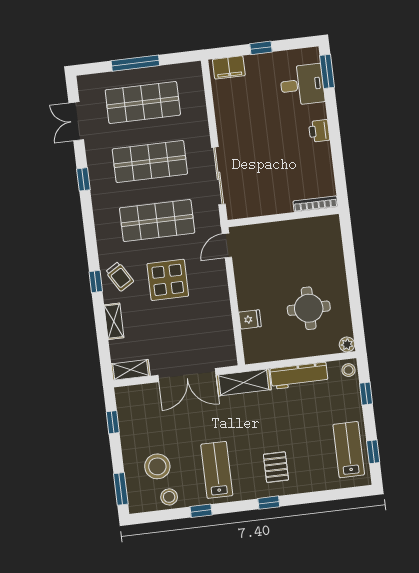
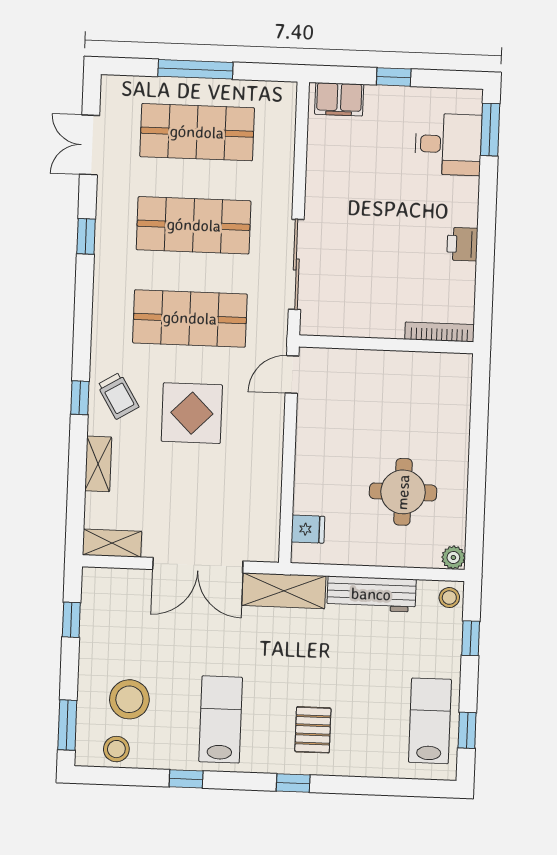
printer: (319, 131) -> (462, 244), moved
fridge: (250, 319) -> (308, 529), moved
stool: (169, 497) -> (116, 749), moved

